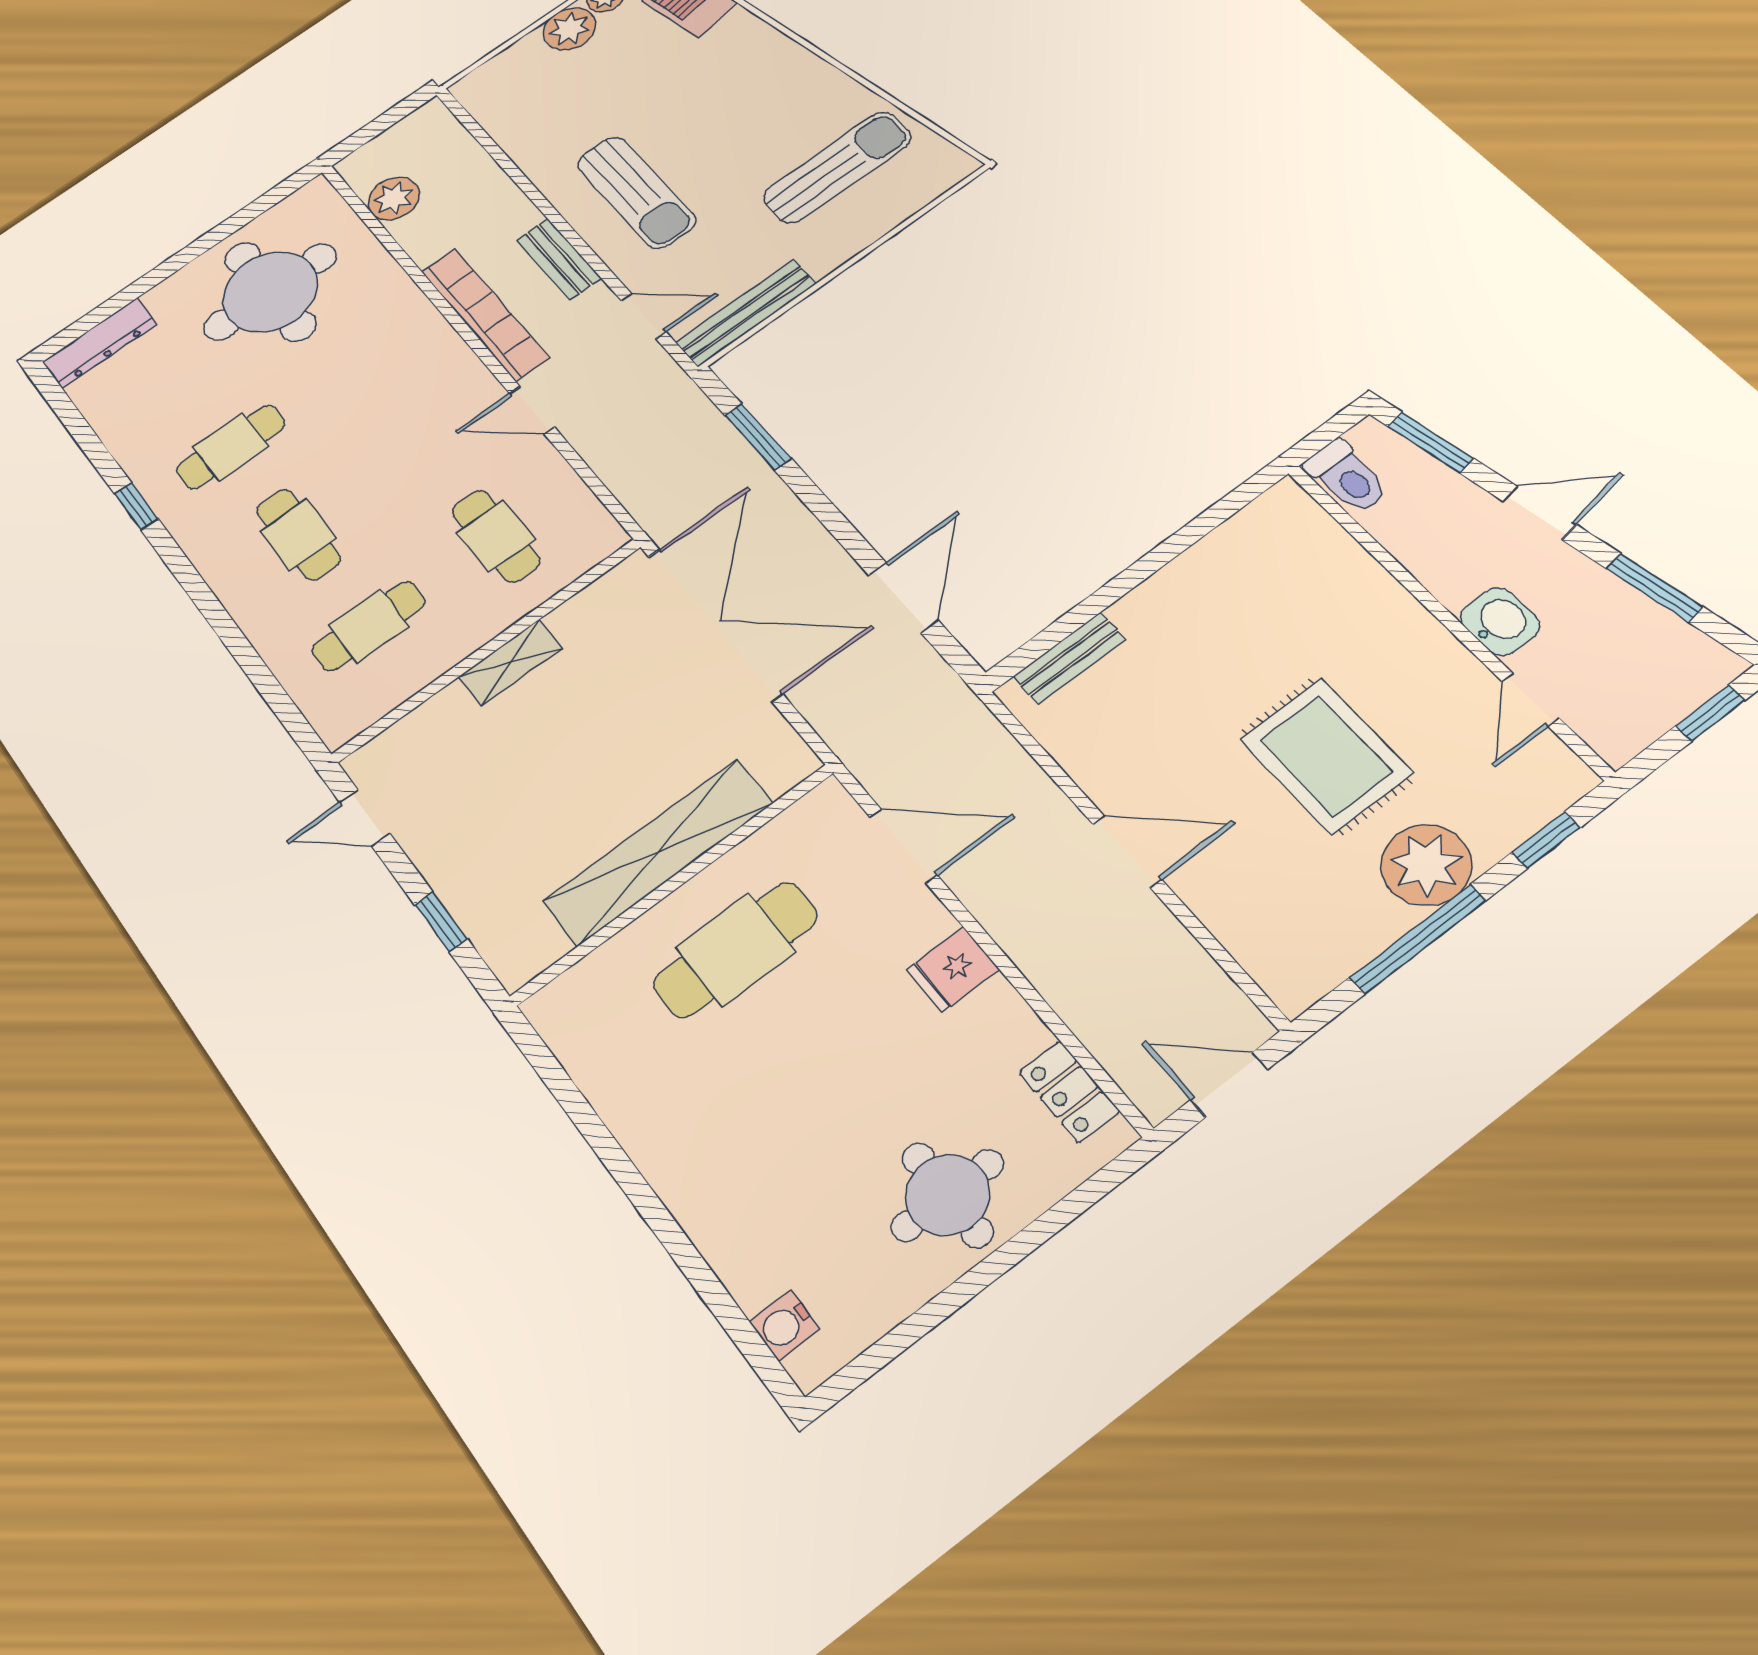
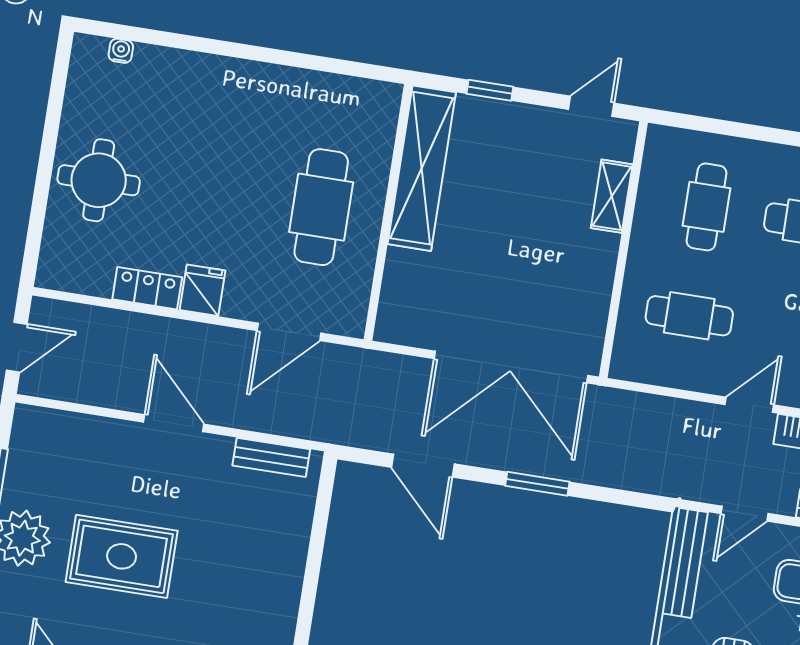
window: (758, 437) -> (537, 484), moved
bench: (1069, 658) -> (271, 457), moved, turned 90
shelving: (511, 662) -> (612, 196), moved
shelving: (658, 852) -> (422, 168), moved
door: (1127, 852) -> (174, 423), swing flipped
locker: (1069, 1092) -> (147, 288), moved
water cooler: (784, 1325) -> (121, 51), width x0.72, depth x0.72

